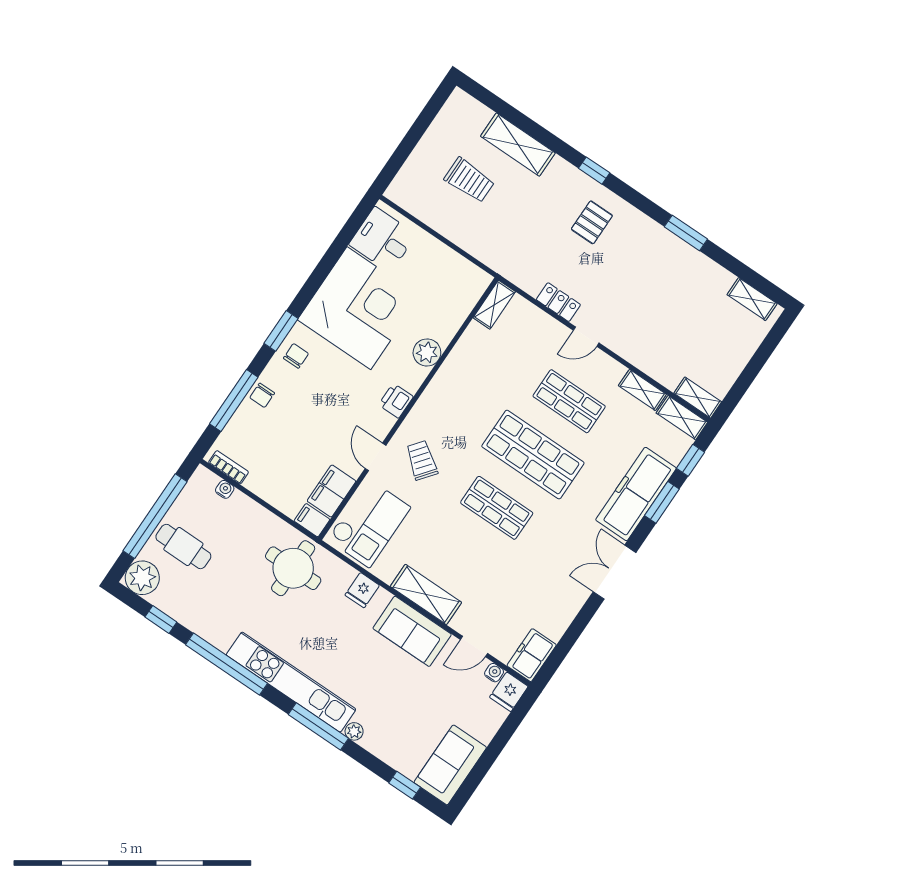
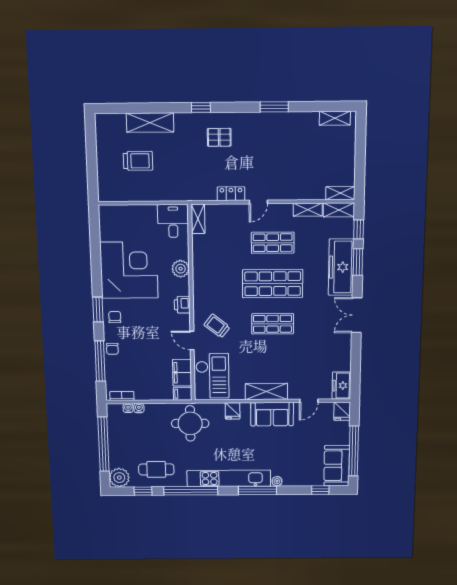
pallet: (592, 222) -> (219, 137), turned 90
desk: (383, 239) -> (173, 221), moved, turned 90
cafe table: (183, 546) -> (156, 469), moved
water cooler: (494, 673) -> (139, 408), moved
window: (487, 760) -> (354, 451), added

